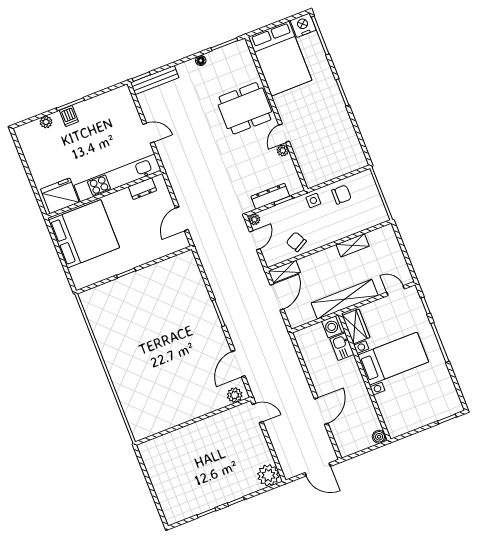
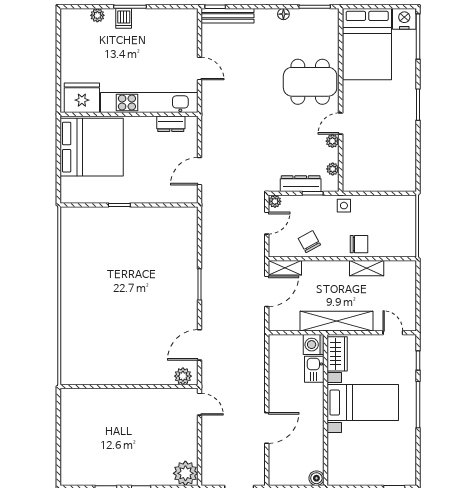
plant: (292, 174) -> (333, 169), added
chair: (341, 195) -> (359, 244), moved

